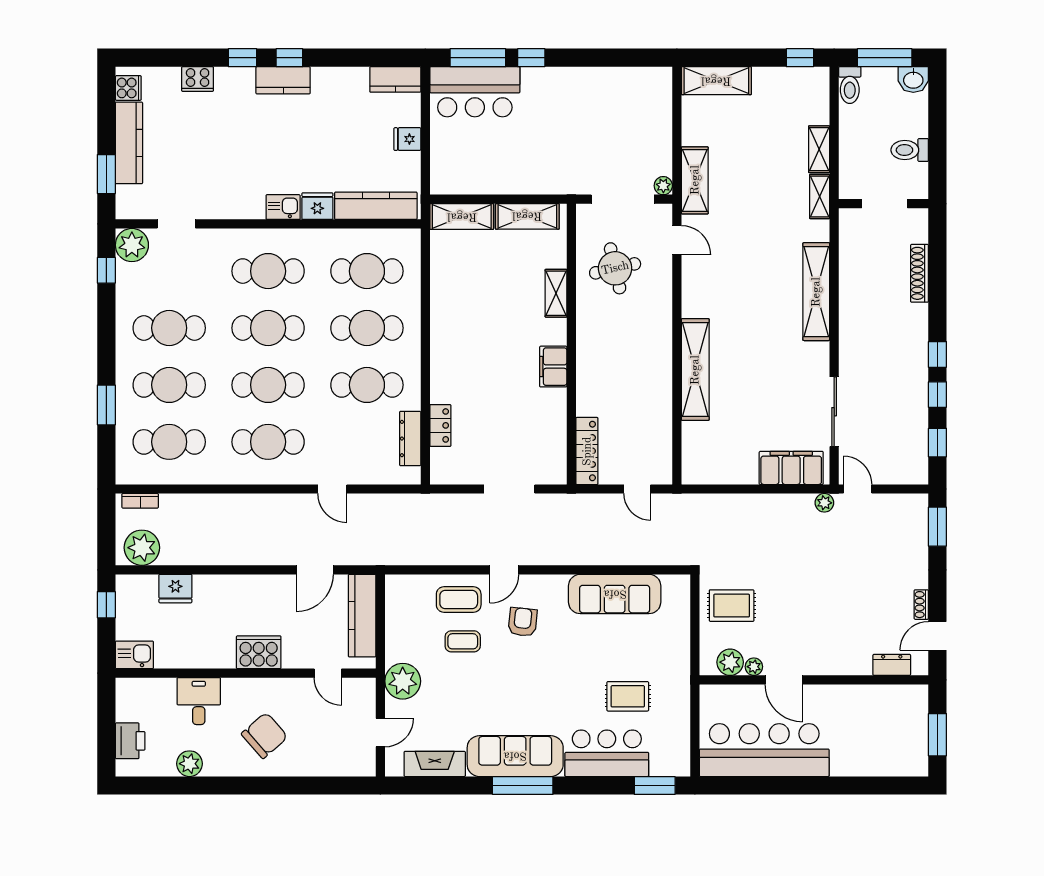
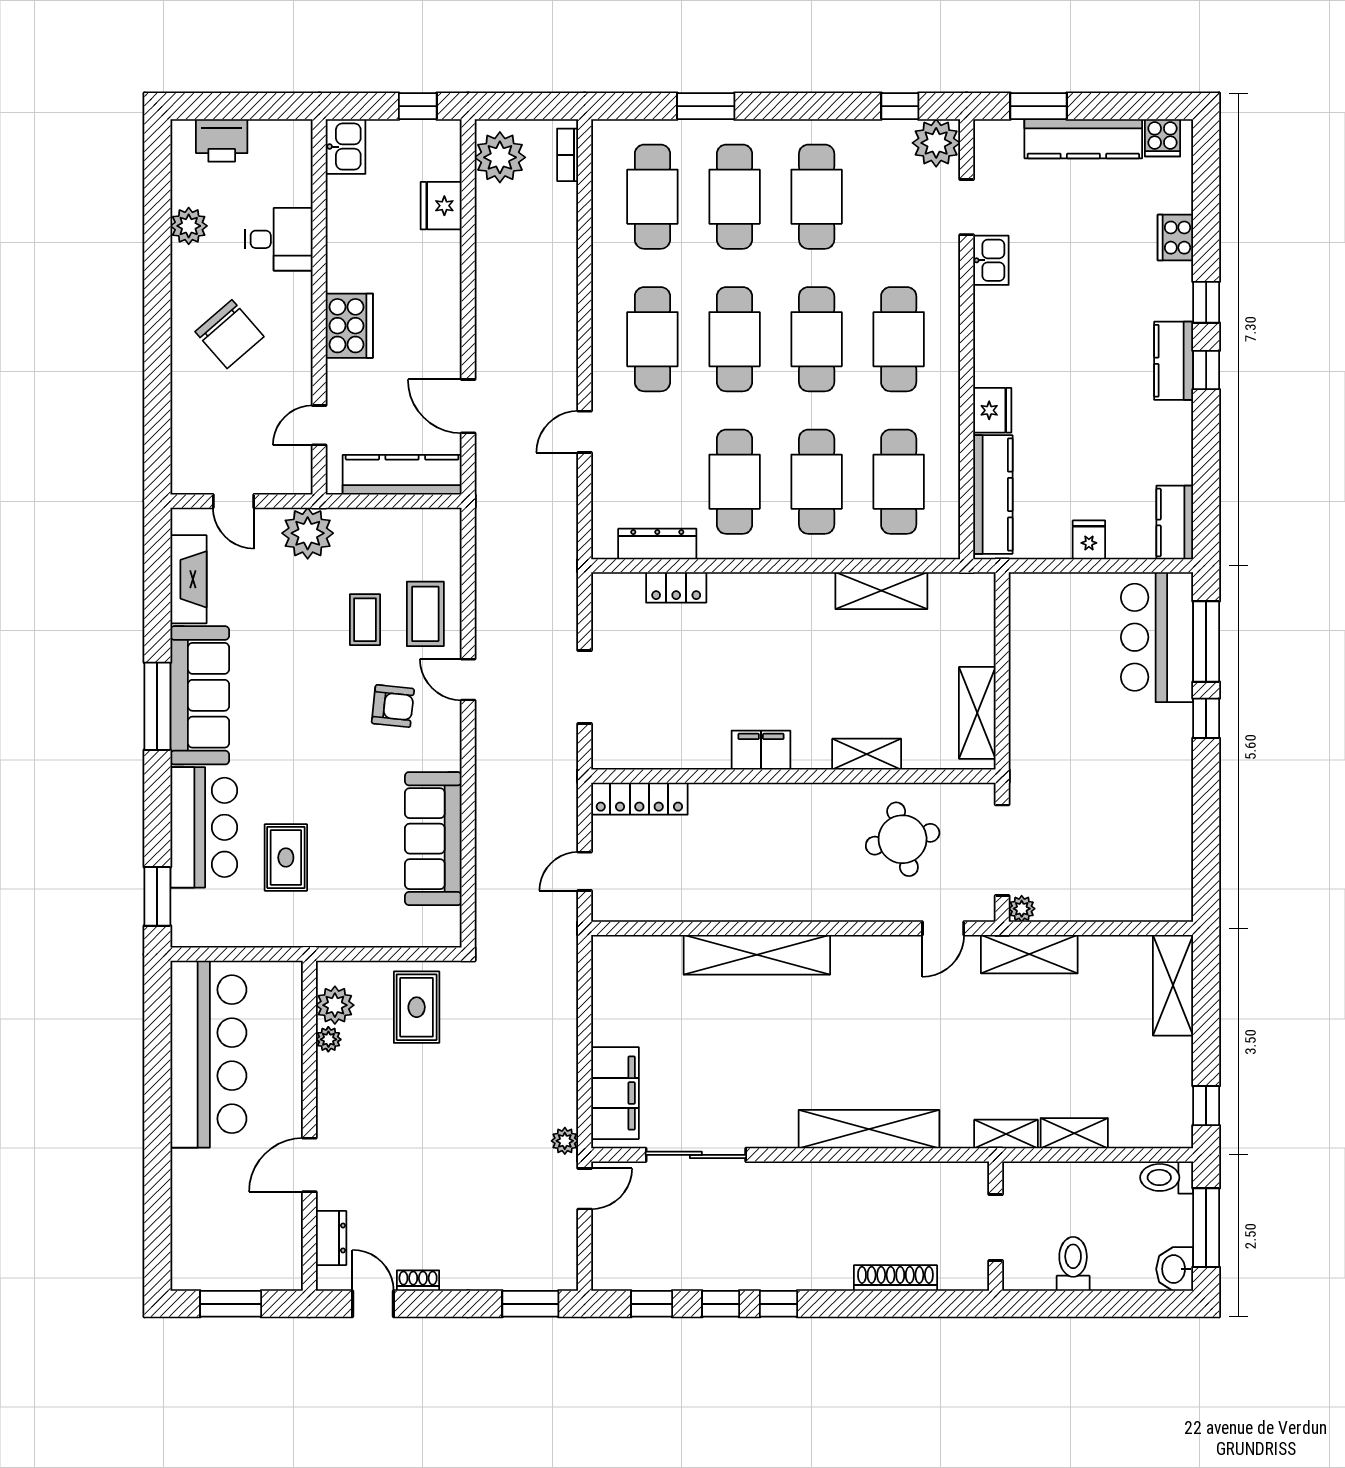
kitchen sink: (283, 207) -> (991, 260), moved
shelving: (462, 217) -> (881, 591), moved, turned 90
door: (784, 680) -> (309, 1165), moved

